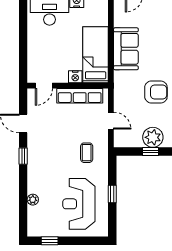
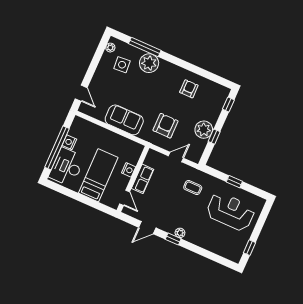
bed: (96, 55) -> (98, 175), moved, turned 90
armchair: (156, 92) -> (166, 126), moved
row of seats: (80, 96) -> (143, 179), width x0.68
plant: (33, 200) -> (180, 233), moved
reception desk: (79, 204) -> (230, 212), turned 180

